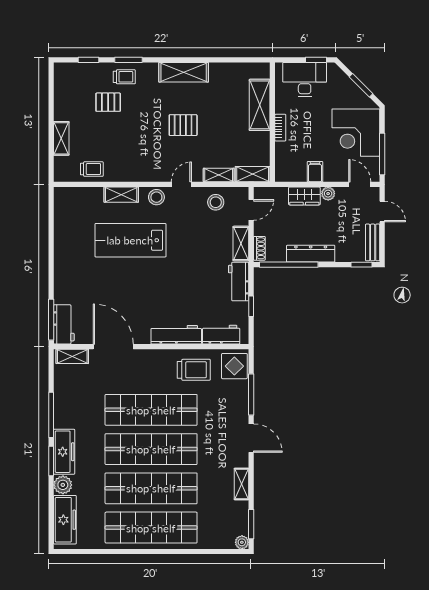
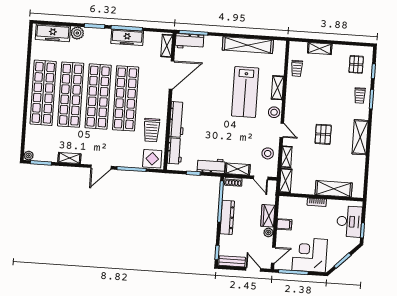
pallet: (108, 102) -> (356, 64), moved
door: (382, 212) -> (253, 269), swing flipped
lab bench: (130, 240) -> (245, 92), turned 180
shelving: (63, 241) -> (248, 45), added
freezer: (64, 452) -> (127, 37), moved

